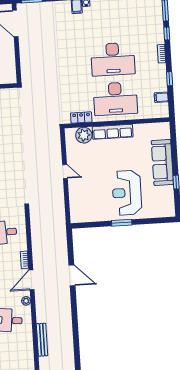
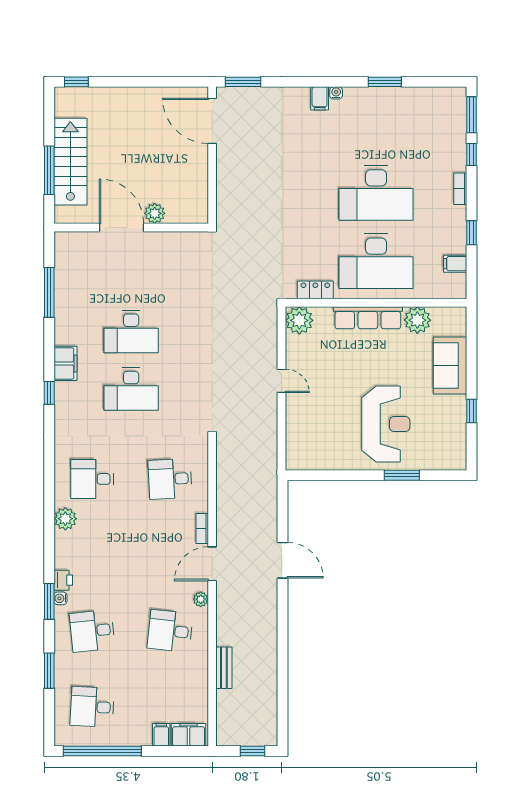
plant: (141, 131) -> (417, 320), added
plant: (84, 135) -> (299, 320), moved
sofa: (162, 162) -> (450, 366), width x0.73
reception desk: (127, 193) -> (386, 424), turned 180
window: (122, 223) -> (402, 475), moved
bench: (42, 340) -> (224, 668), width x0.73

